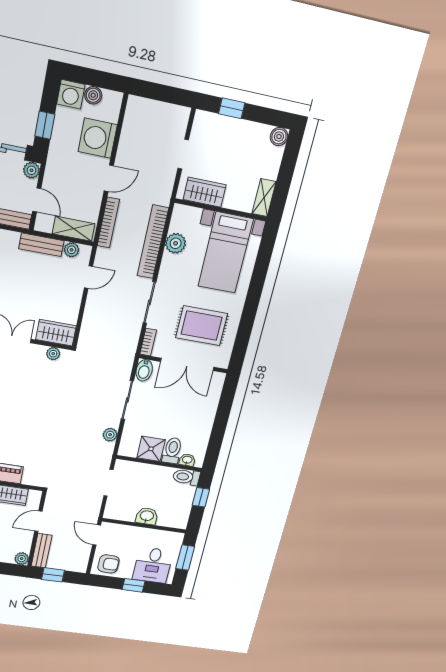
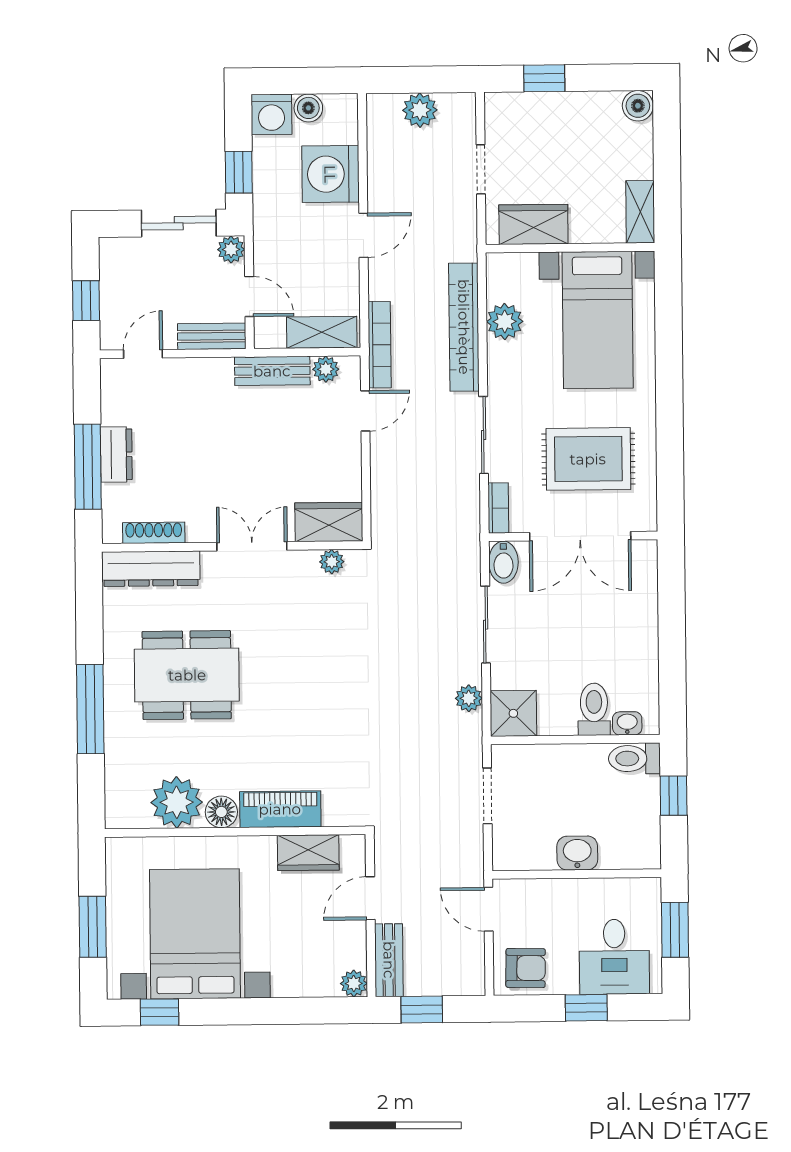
plant: (157, 111) -> (420, 110), added
bookcase: (108, 223) -> (380, 345), moved
shower: (151, 449) -> (513, 713), moved

